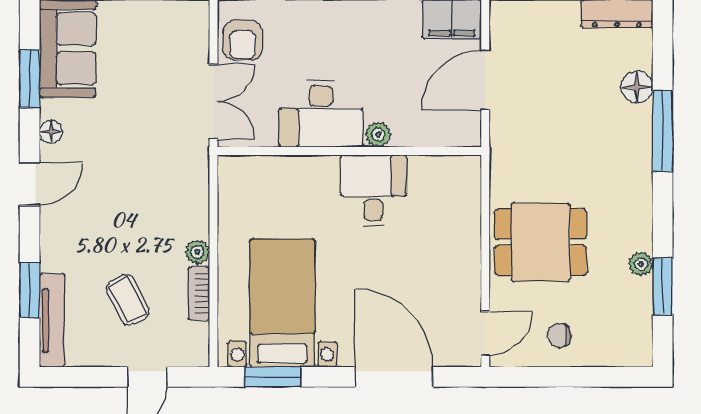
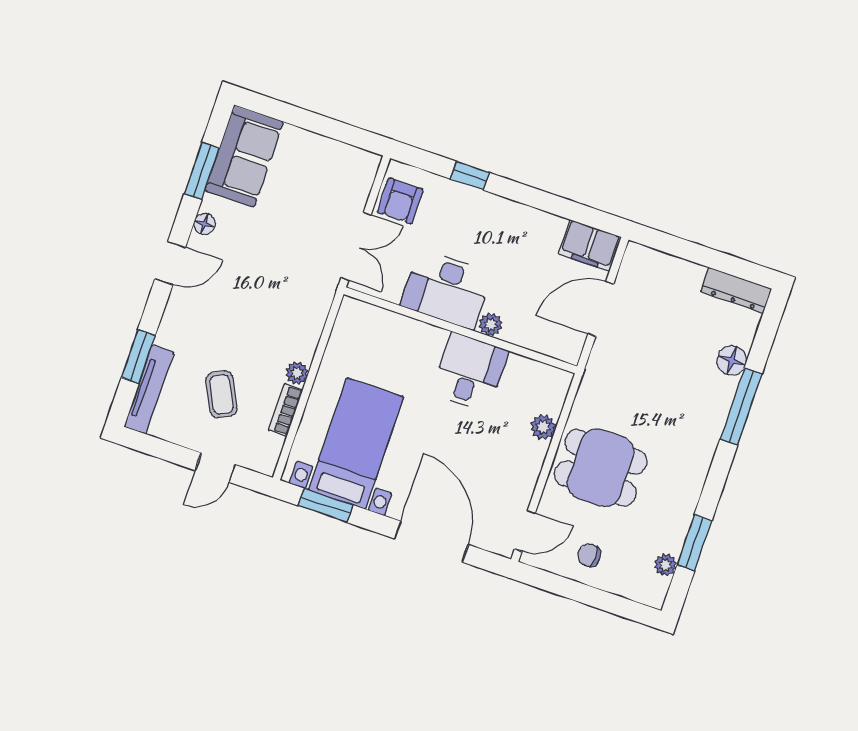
plant: (468, 221) -> (543, 427), added
plant: (641, 264) -> (666, 565), moved

